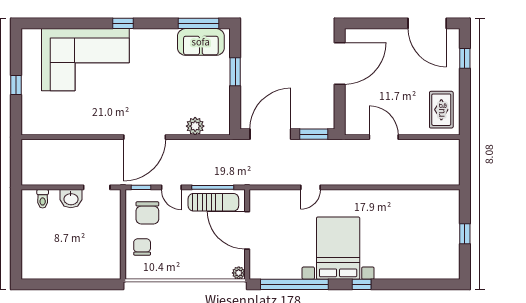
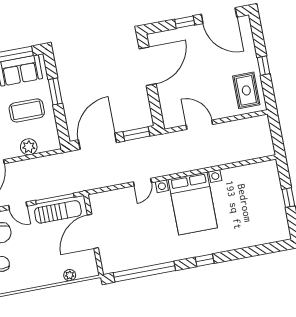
window: (389, 23) -> (185, 22), added
window: (465, 58) -> (263, 66), moved
coffee table: (200, 87) -> (27, 110), added
door: (247, 230) -> (93, 231), hinge flipped
bed with nightstands: (338, 248) -> (193, 204), moved, turned 180
plant: (239, 273) -> (70, 275), moved

